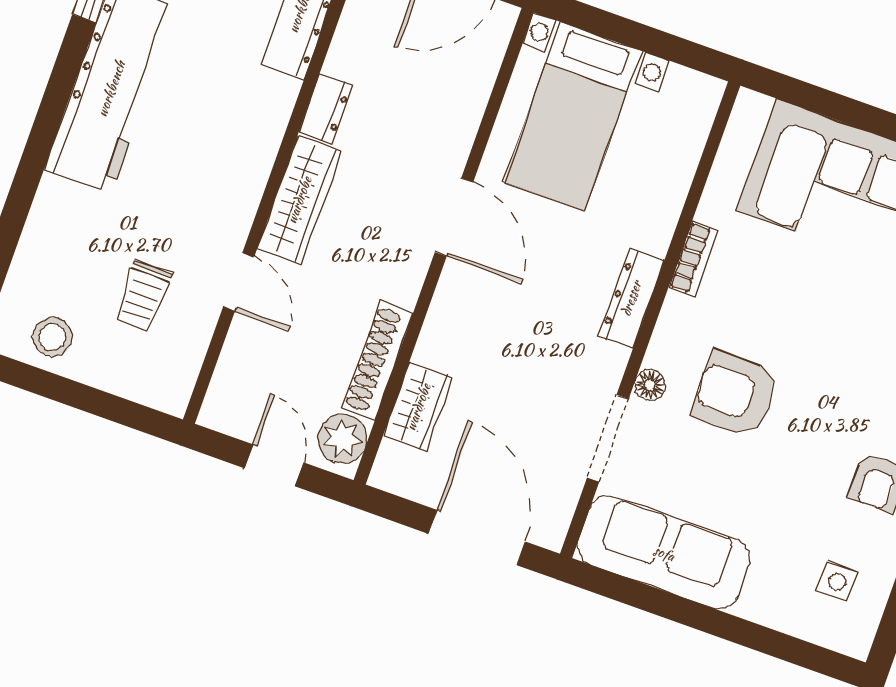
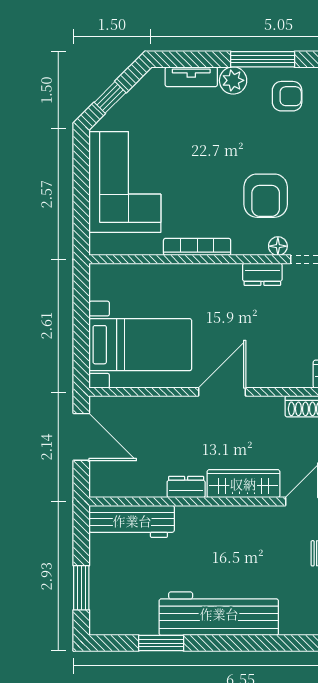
bookcase: (694, 259) -> (197, 247), width x1.56
dresser: (631, 298) -> (262, 274), moved, width x0.70

